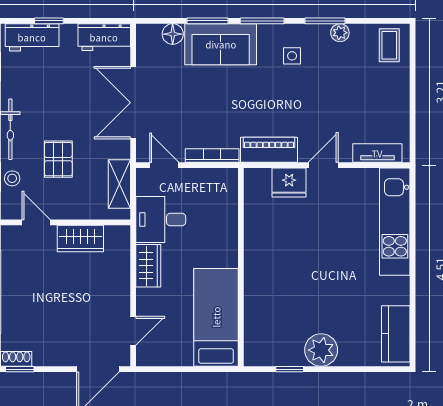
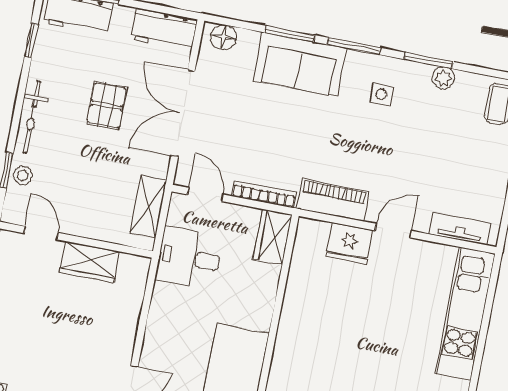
floor lamp: (173, 34) -> (224, 37), moved
pallet: (58, 159) -> (107, 105), moved
wardrobe: (148, 266) -> (273, 237), moved, turned 180

